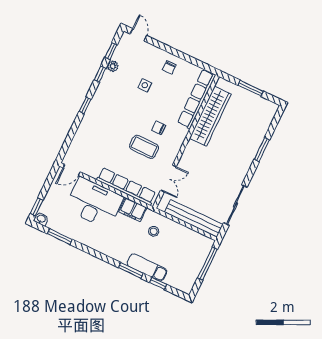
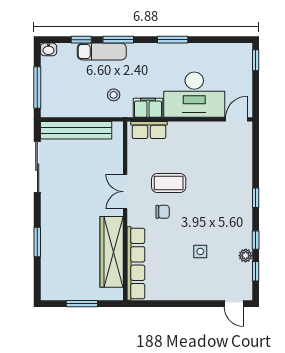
chair: (169, 67) -> (183, 284), removed
double door: (168, 178) -> (125, 192), moved
row of seats: (126, 186) -> (149, 130), width x0.50
washbasin: (41, 219) -> (49, 49), moved
window: (60, 237) -> (173, 40), moved

